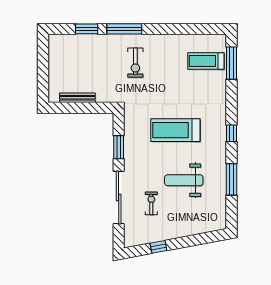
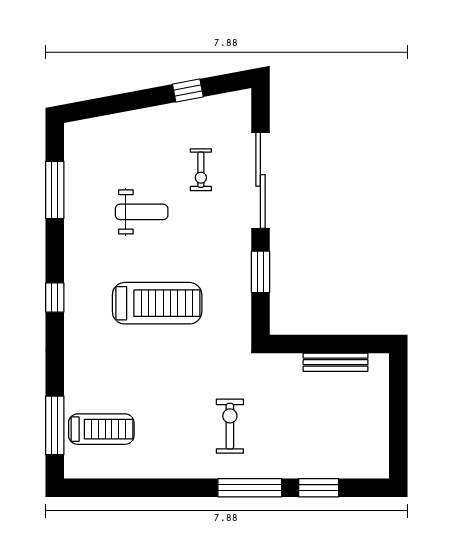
window: (232, 179) -> (55, 190), moved
weight bench: (184, 180) -> (142, 212), width x0.73, depth x0.75

